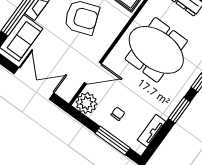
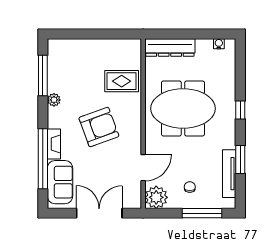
window: (179, 110) -> (240, 159), moved
tv unit: (152, 131) -> (229, 174), width x1.41

